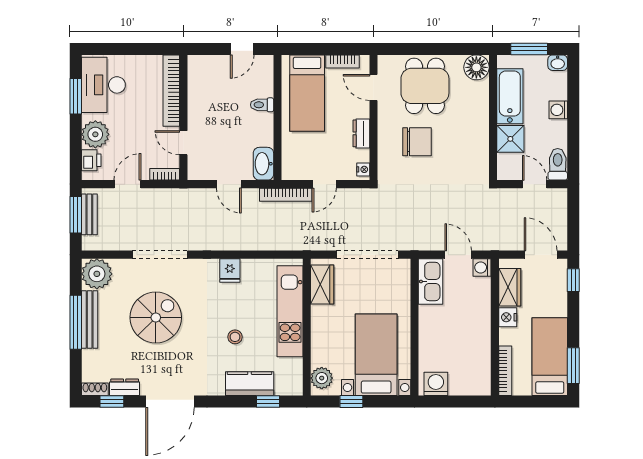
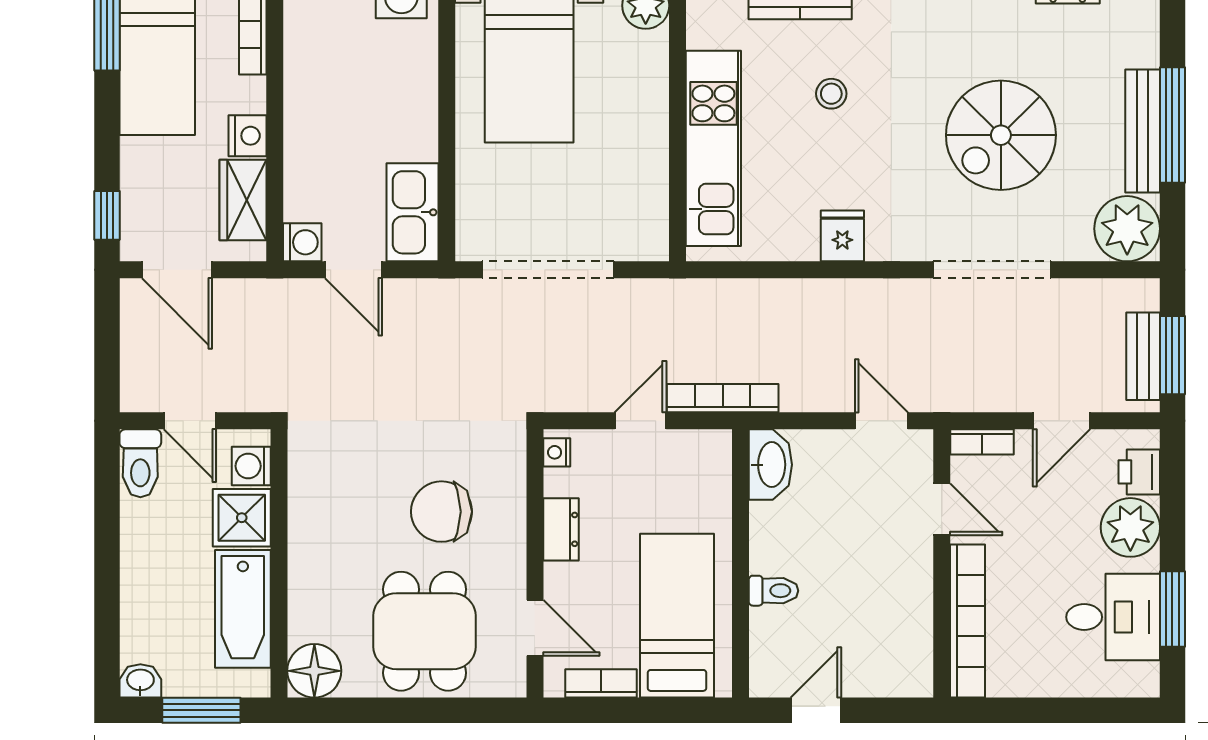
desk: (103, 85) -> (1113, 617), width x0.73
washing machine: (558, 110) -> (251, 466), moved, turned 180
door: (229, 184) -> (881, 421), moved
wardrobe: (322, 284) -> (645, 206), removed

